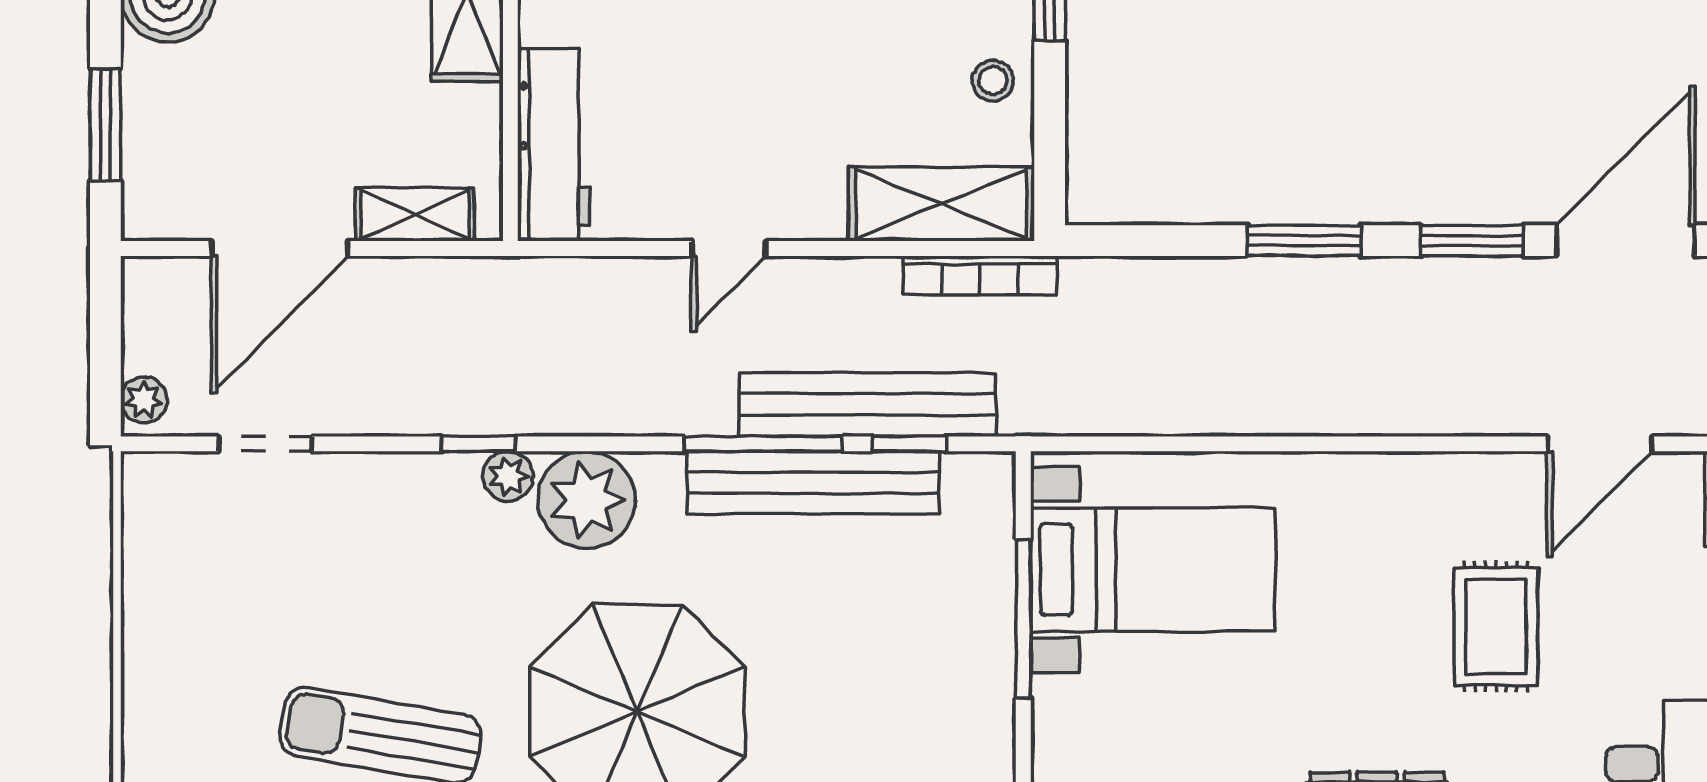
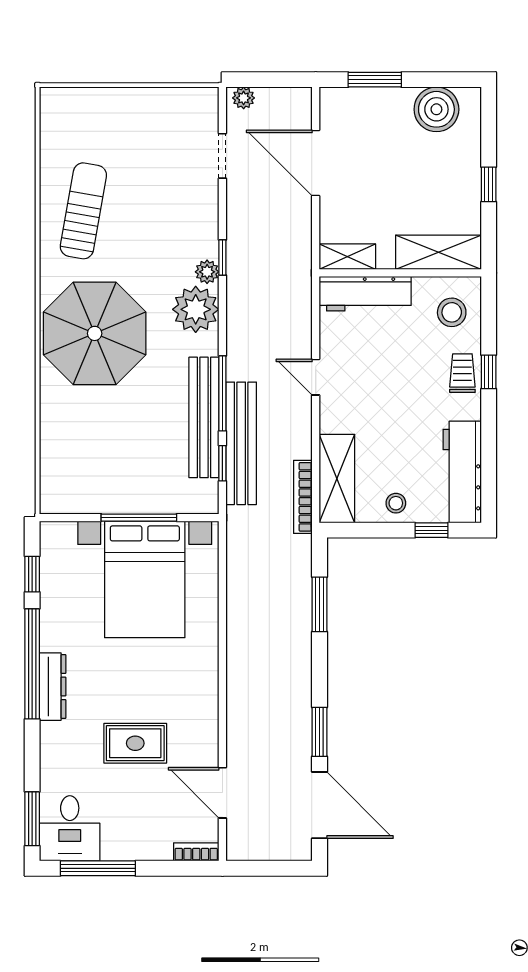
shelving: (415, 215) -> (347, 257), moved, turned 90
window: (1304, 241) -> (320, 604), moved
bed with nightstands: (1153, 569) -> (145, 579), width x1.36

